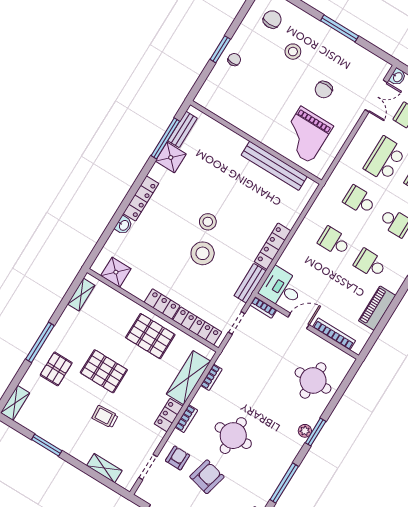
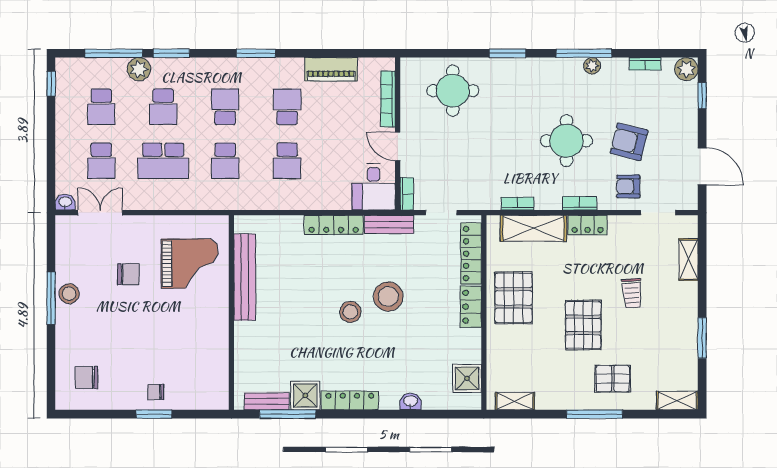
stool: (293, 52) -> (69, 294), moved
locker: (141, 198) -> (350, 401), moved
school desk: (370, 264) -> (287, 107), turned 180
plant: (305, 431) -> (592, 66), moved

